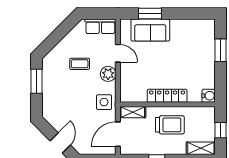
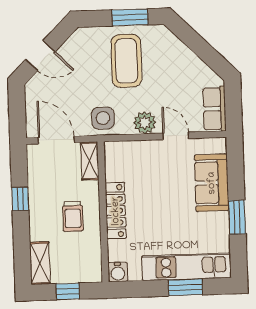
window: (150, 14) -> (237, 217), moved
kitchen unit: (207, 49) -> (186, 267), added
door: (118, 53) -> (176, 136), swing flipped
coffee table: (80, 64) -> (126, 61), moved, width x1.86, depth x1.72
trolley: (170, 125) -> (73, 216), width x0.73, depth x0.72

